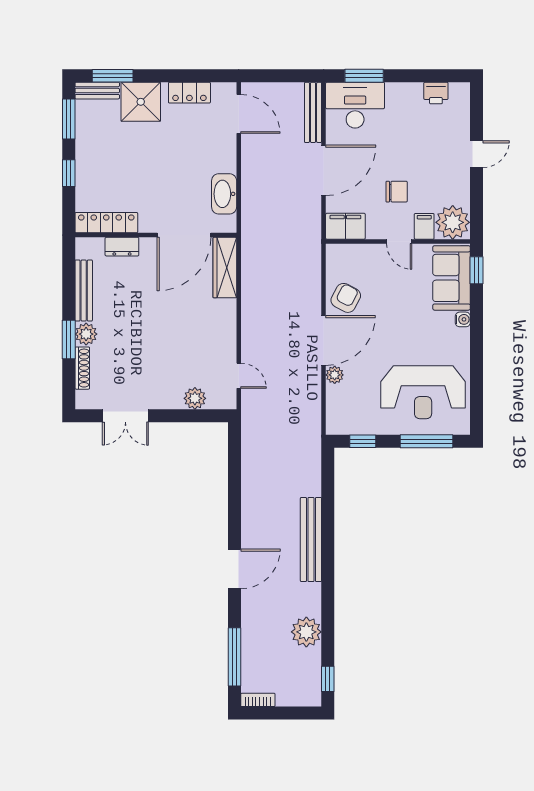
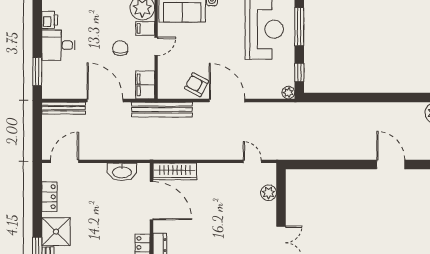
desk: (355, 105) -> (58, 45), moved, width x0.73
plant: (335, 375) -> (288, 93), moved
door: (239, 376) -> (252, 161), hinge flipped
bench: (311, 540) -> (162, 110), moved

